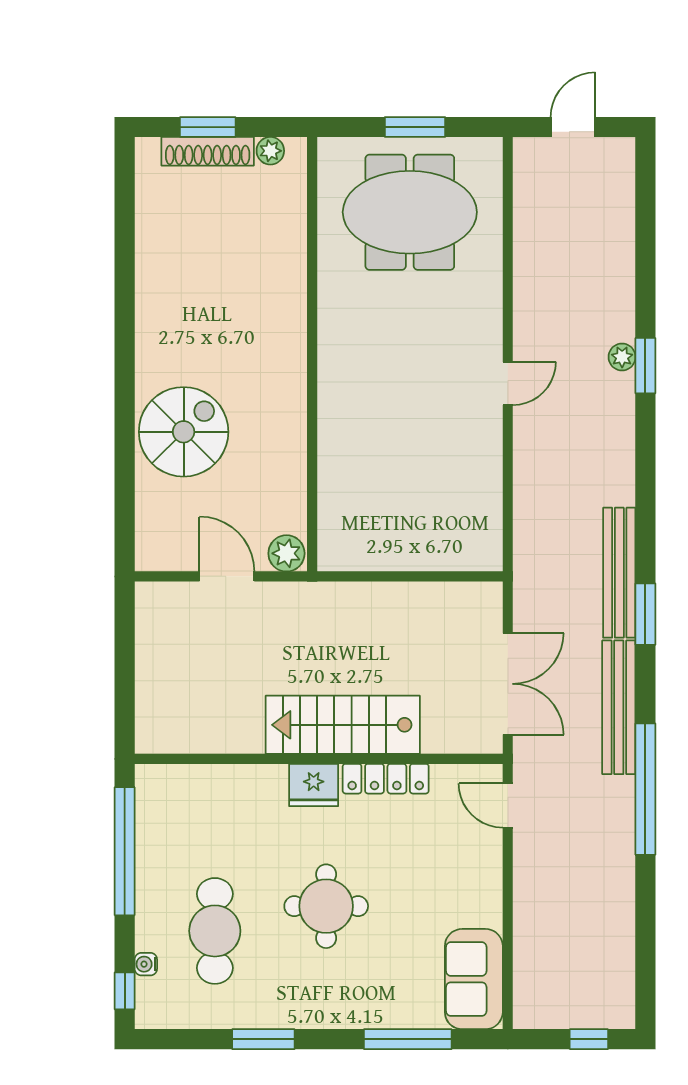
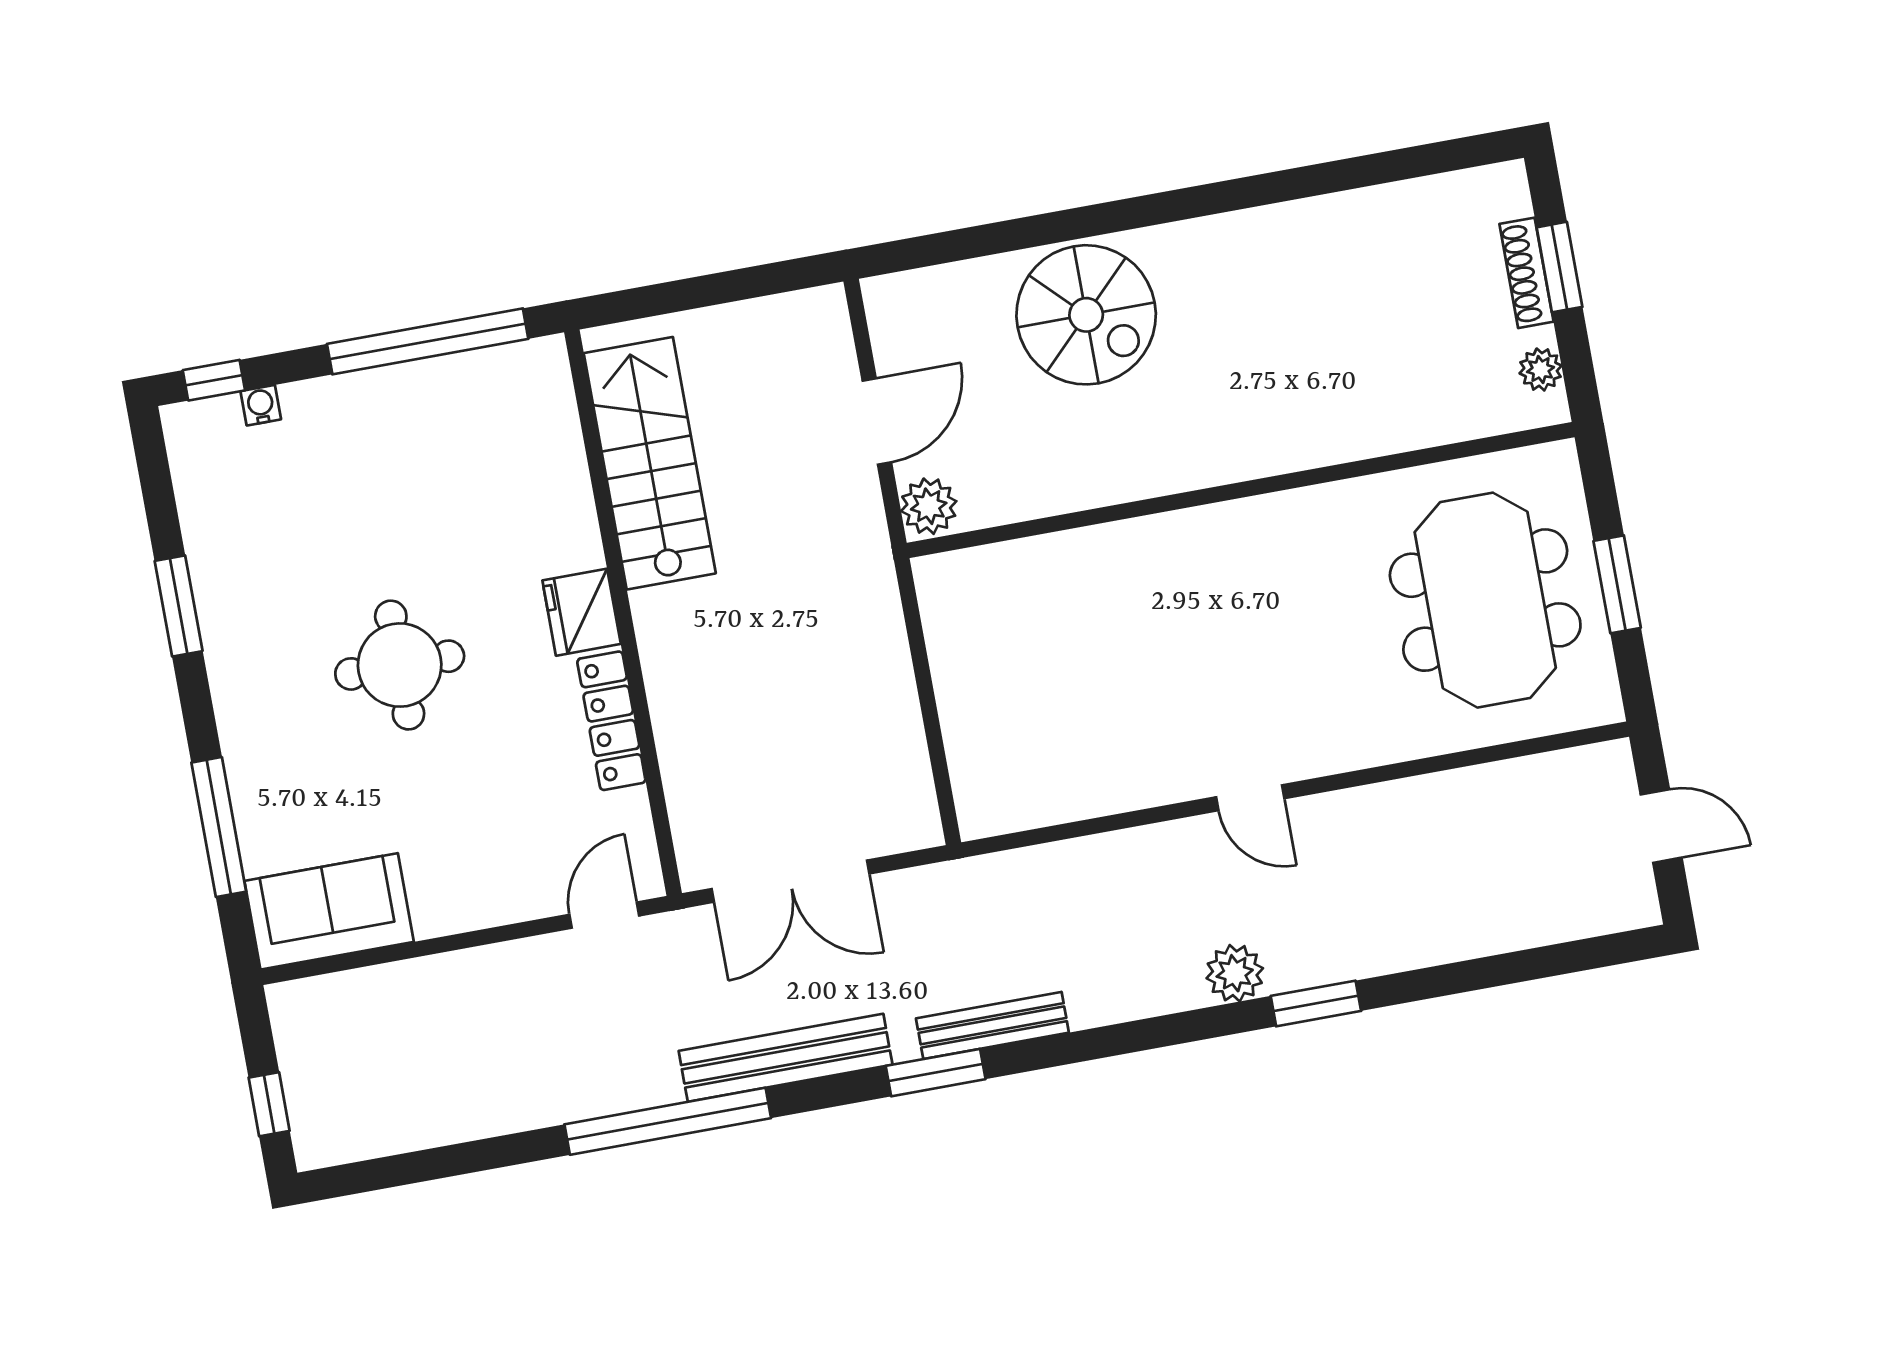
shoe rack: (208, 151) -> (1526, 273), width x0.74, depth x0.81
plant: (622, 357) -> (1235, 973), moved, width x1.38, depth x1.38
bench: (619, 573) -> (992, 1025), width x0.73, depth x0.82
stairs: (343, 725) -> (650, 463), moved
cafe table: (215, 931) -> (331, 502), removed

